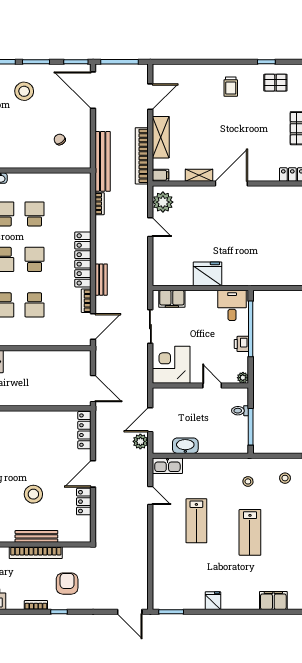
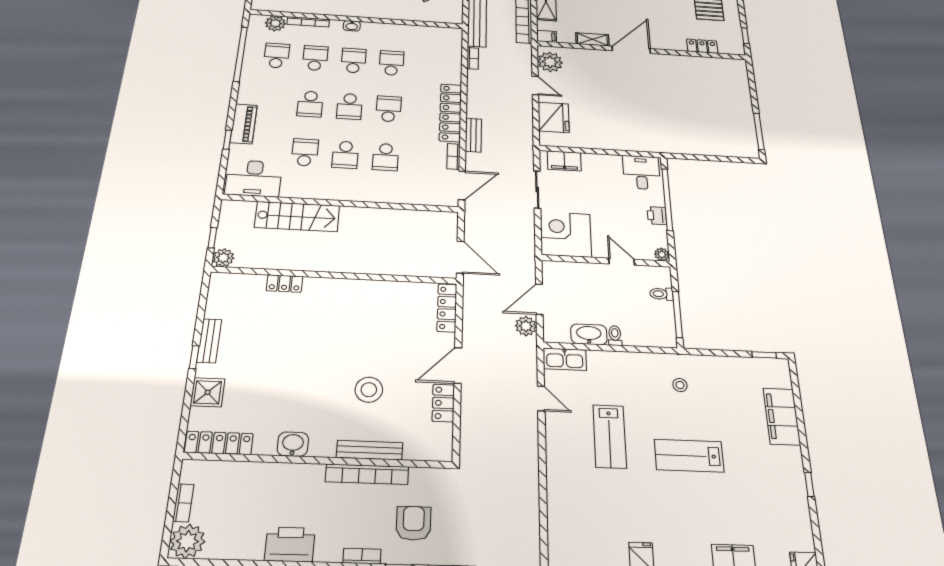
fridge: (208, 274) -> (554, 117), moved, turned 90
toilet: (204, 446) -> (615, 336), added
stool: (285, 478) -> (731, 383), removed
lab bench: (250, 532) -> (689, 456), turned 90

